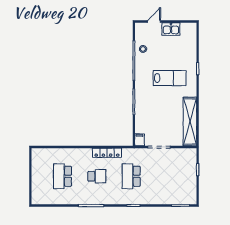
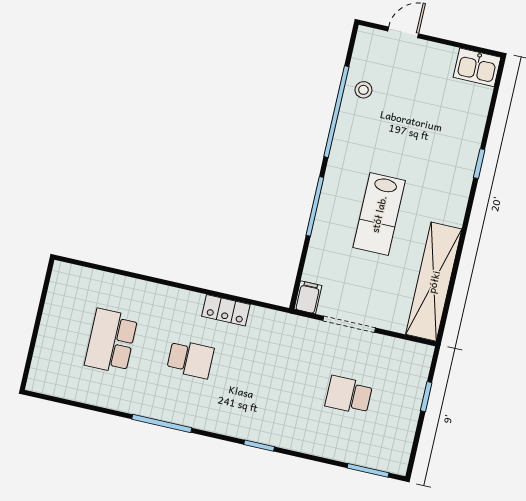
kitchen sink: (171, 29) -> (477, 67), moved
lab bench: (170, 78) -> (379, 214), moved, turned 90
locker: (107, 153) -> (226, 310), width x0.66
school desk: (131, 176) -> (349, 395), moved, width x0.54

